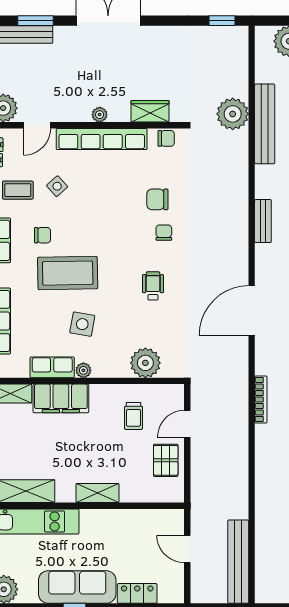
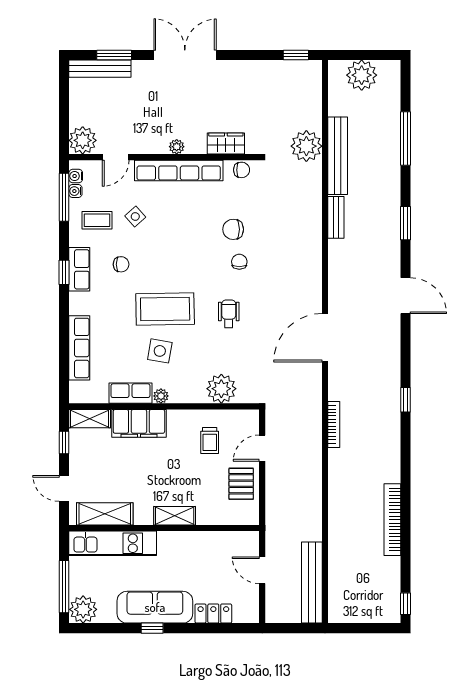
bench: (263, 221) -> (336, 217), moved
coffee table: (68, 273) -> (165, 309), moved

